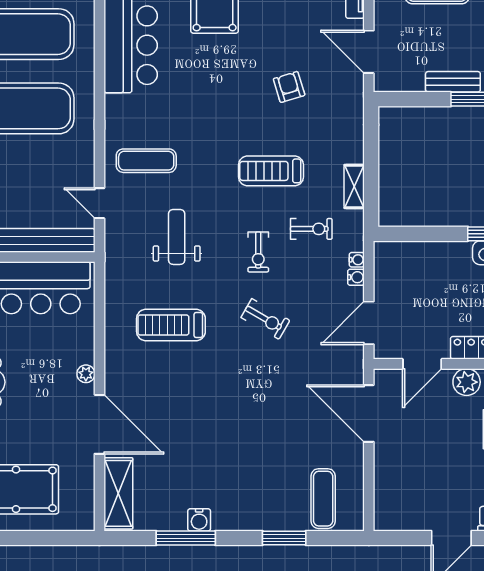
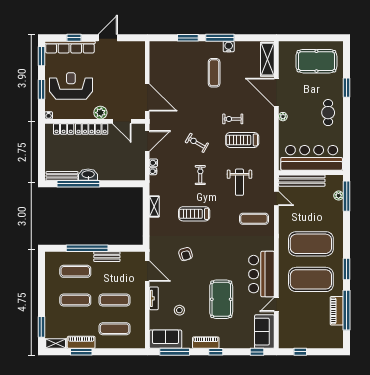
treadmill: (271, 171) -> (194, 214), turned 180
exercise bike: (311, 229) -> (233, 119), moved
treadmill: (171, 325) -> (242, 140), turned 180
door: (422, 364) -> (122, 121), swing flipped
exercise mat: (323, 499) -> (214, 73), moved
window: (186, 538) -> (220, 38), moved

